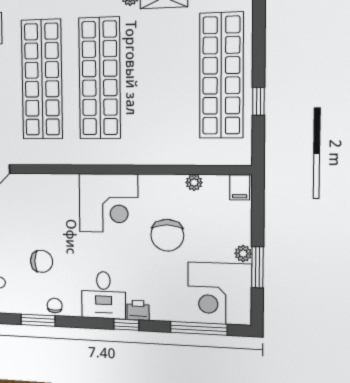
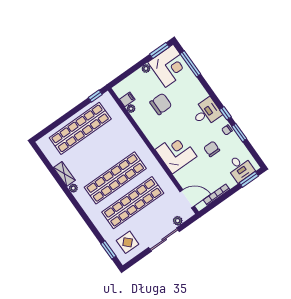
window: (258, 101) -> (95, 96), moved
filing cabinet: (240, 187) -> (127, 99), moved
corner desk: (108, 203) -> (176, 153), moved
window: (257, 267) -> (159, 51), moved
printer: (138, 310) -> (202, 94), removed
window: (126, 325) -> (225, 113), moved

